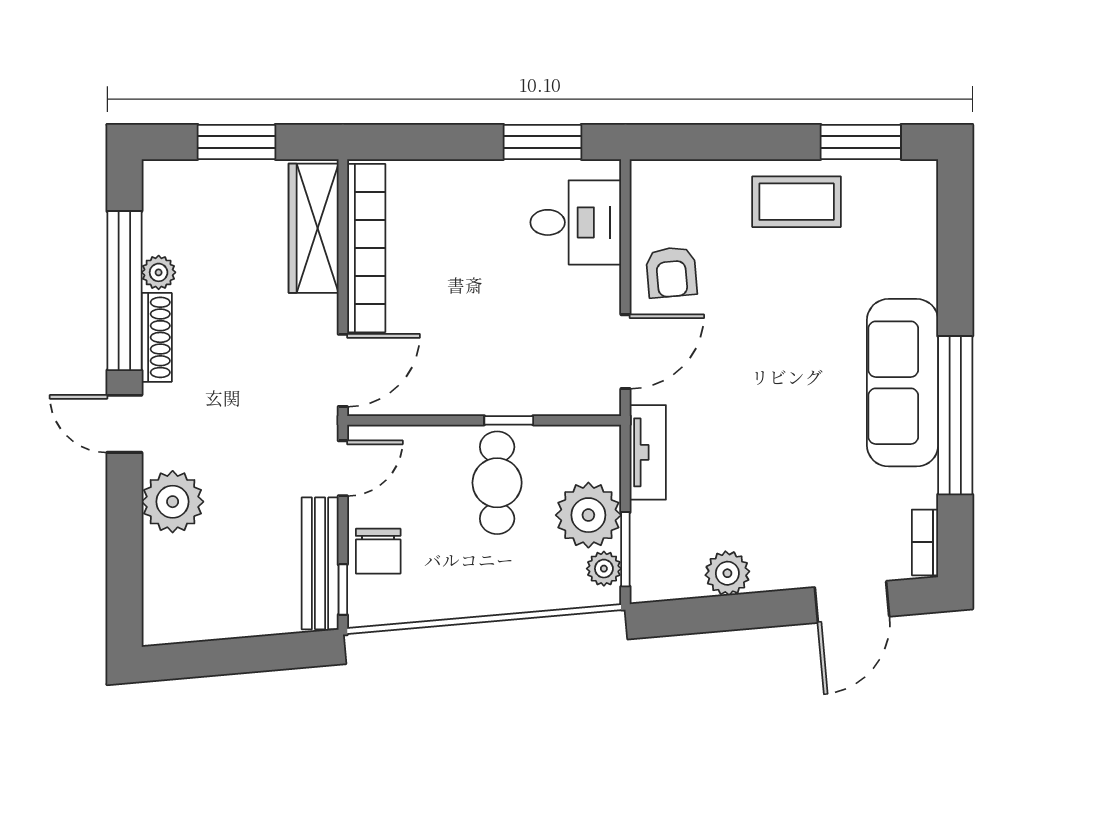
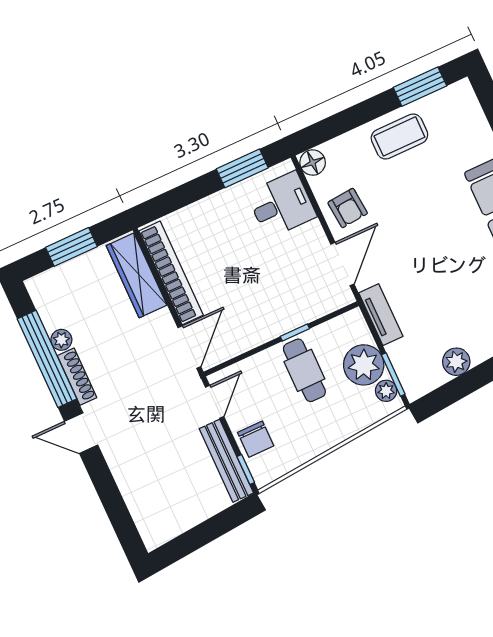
floor lamp: (650, 181) -> (313, 163), added
plant: (173, 502) -> (128, 464), removed

